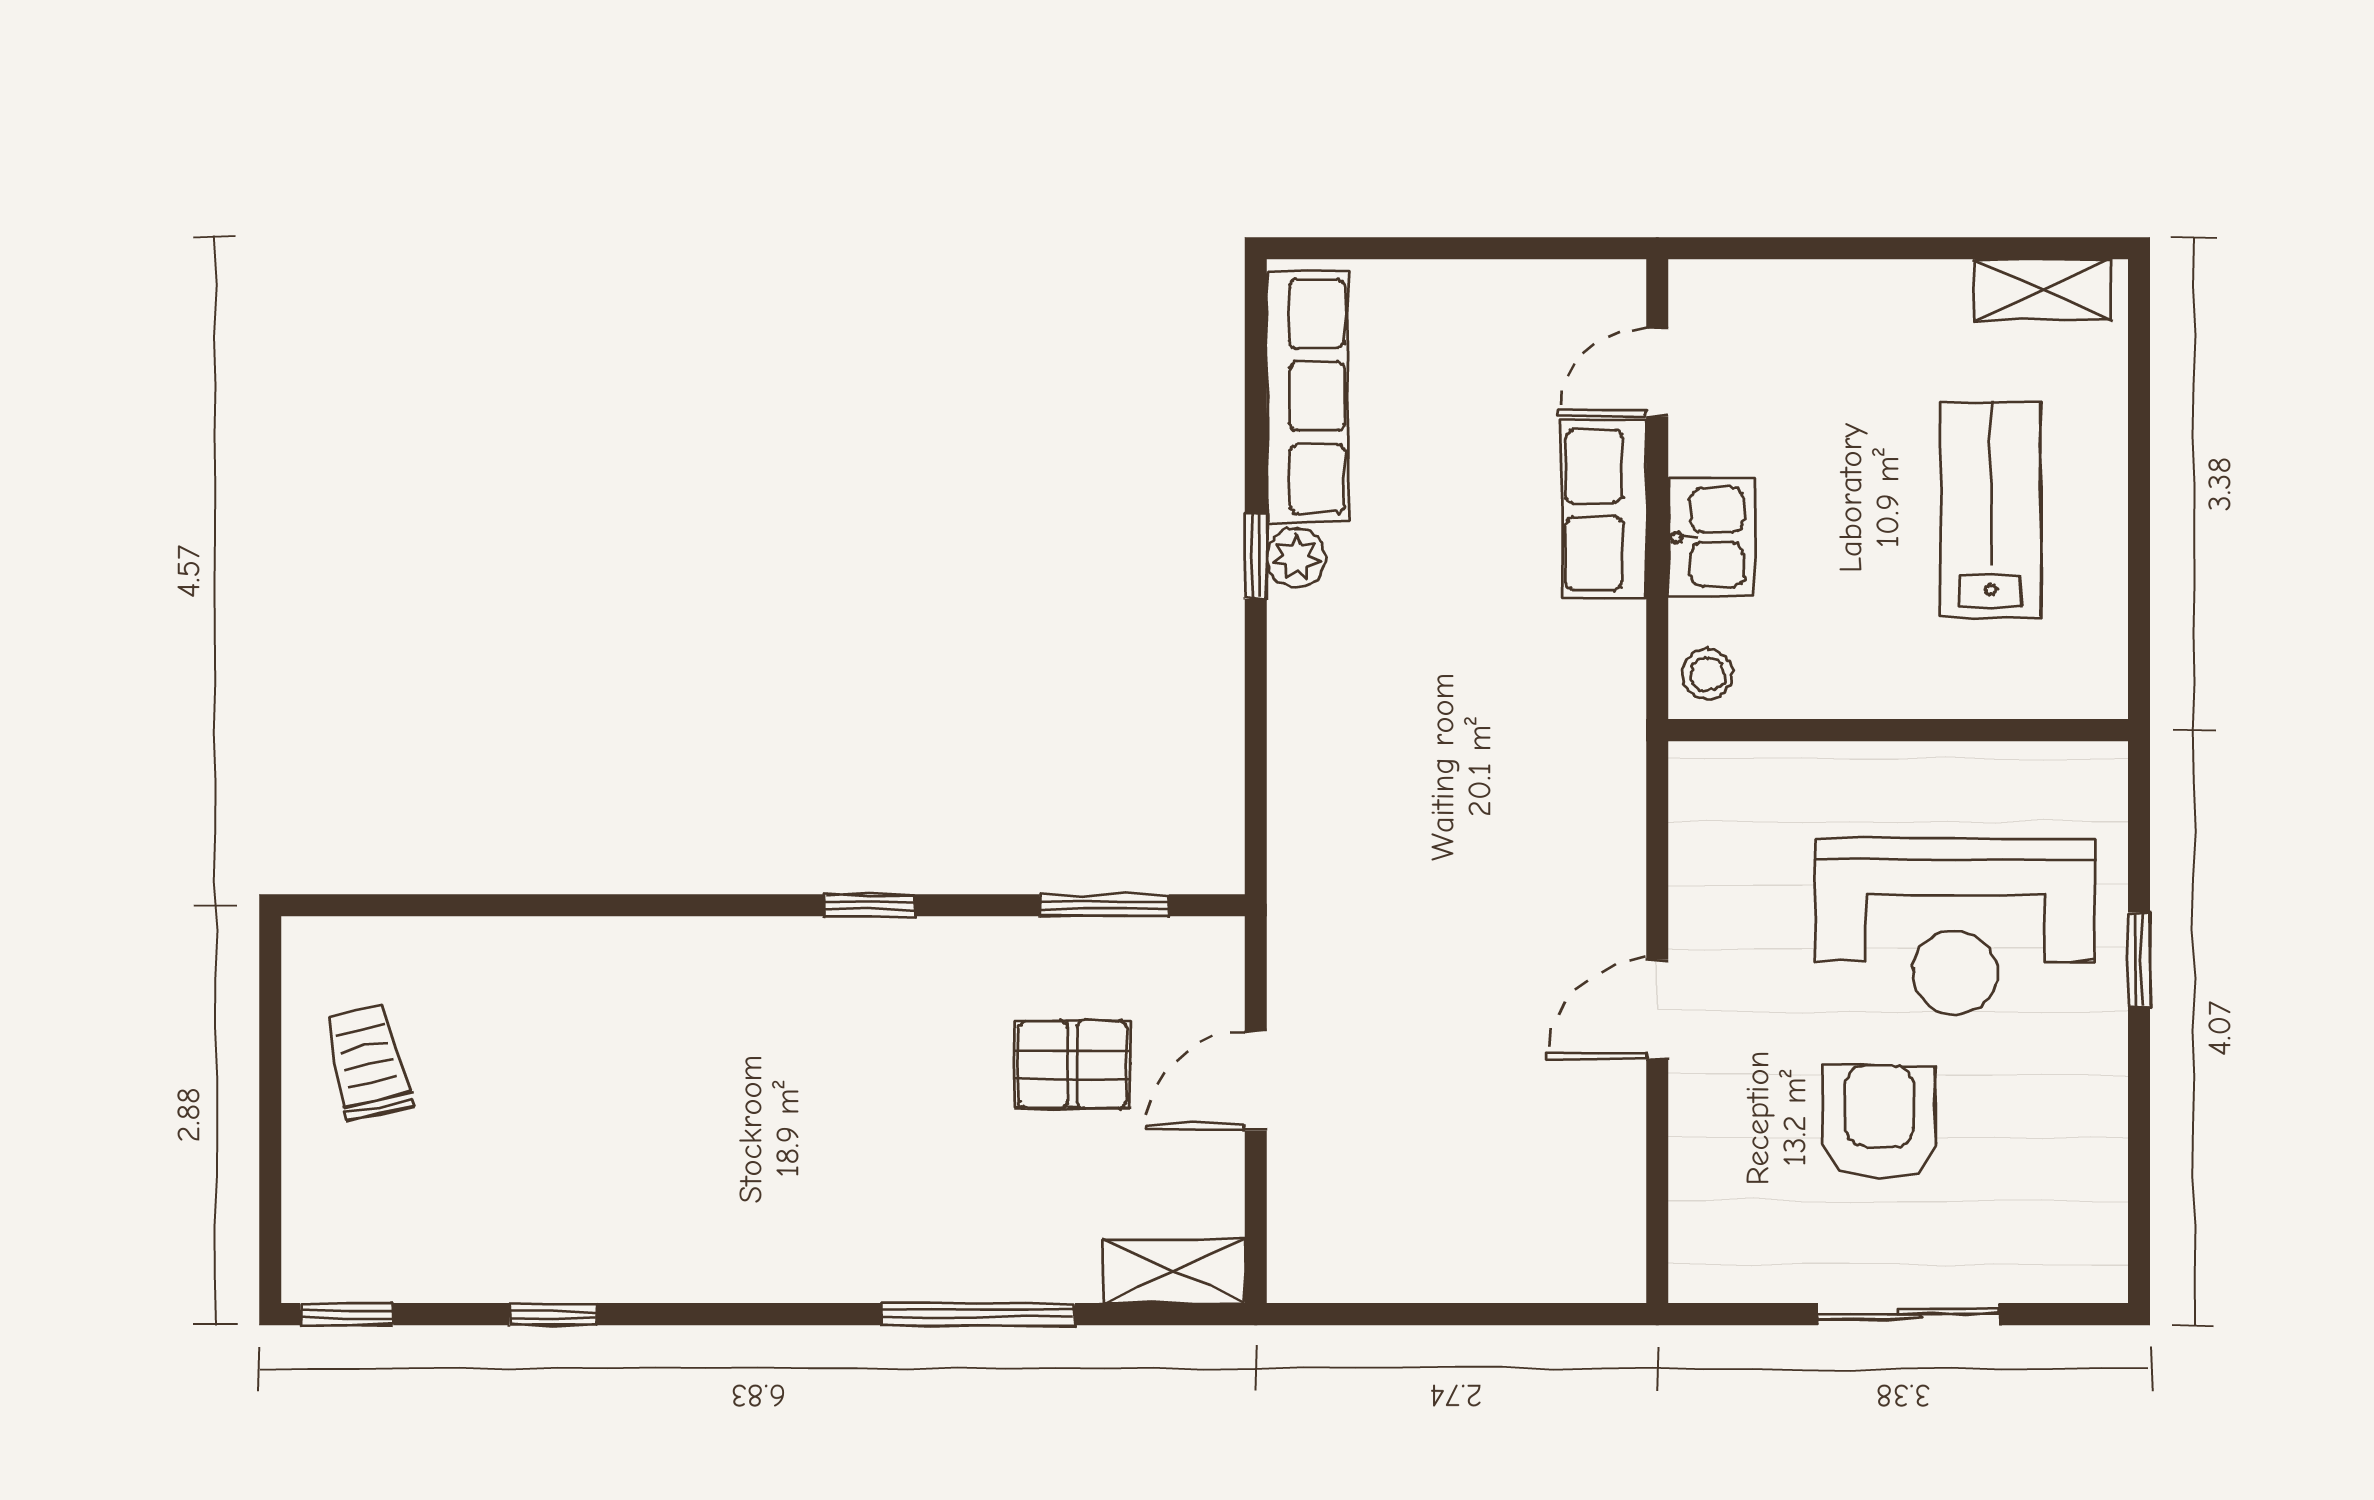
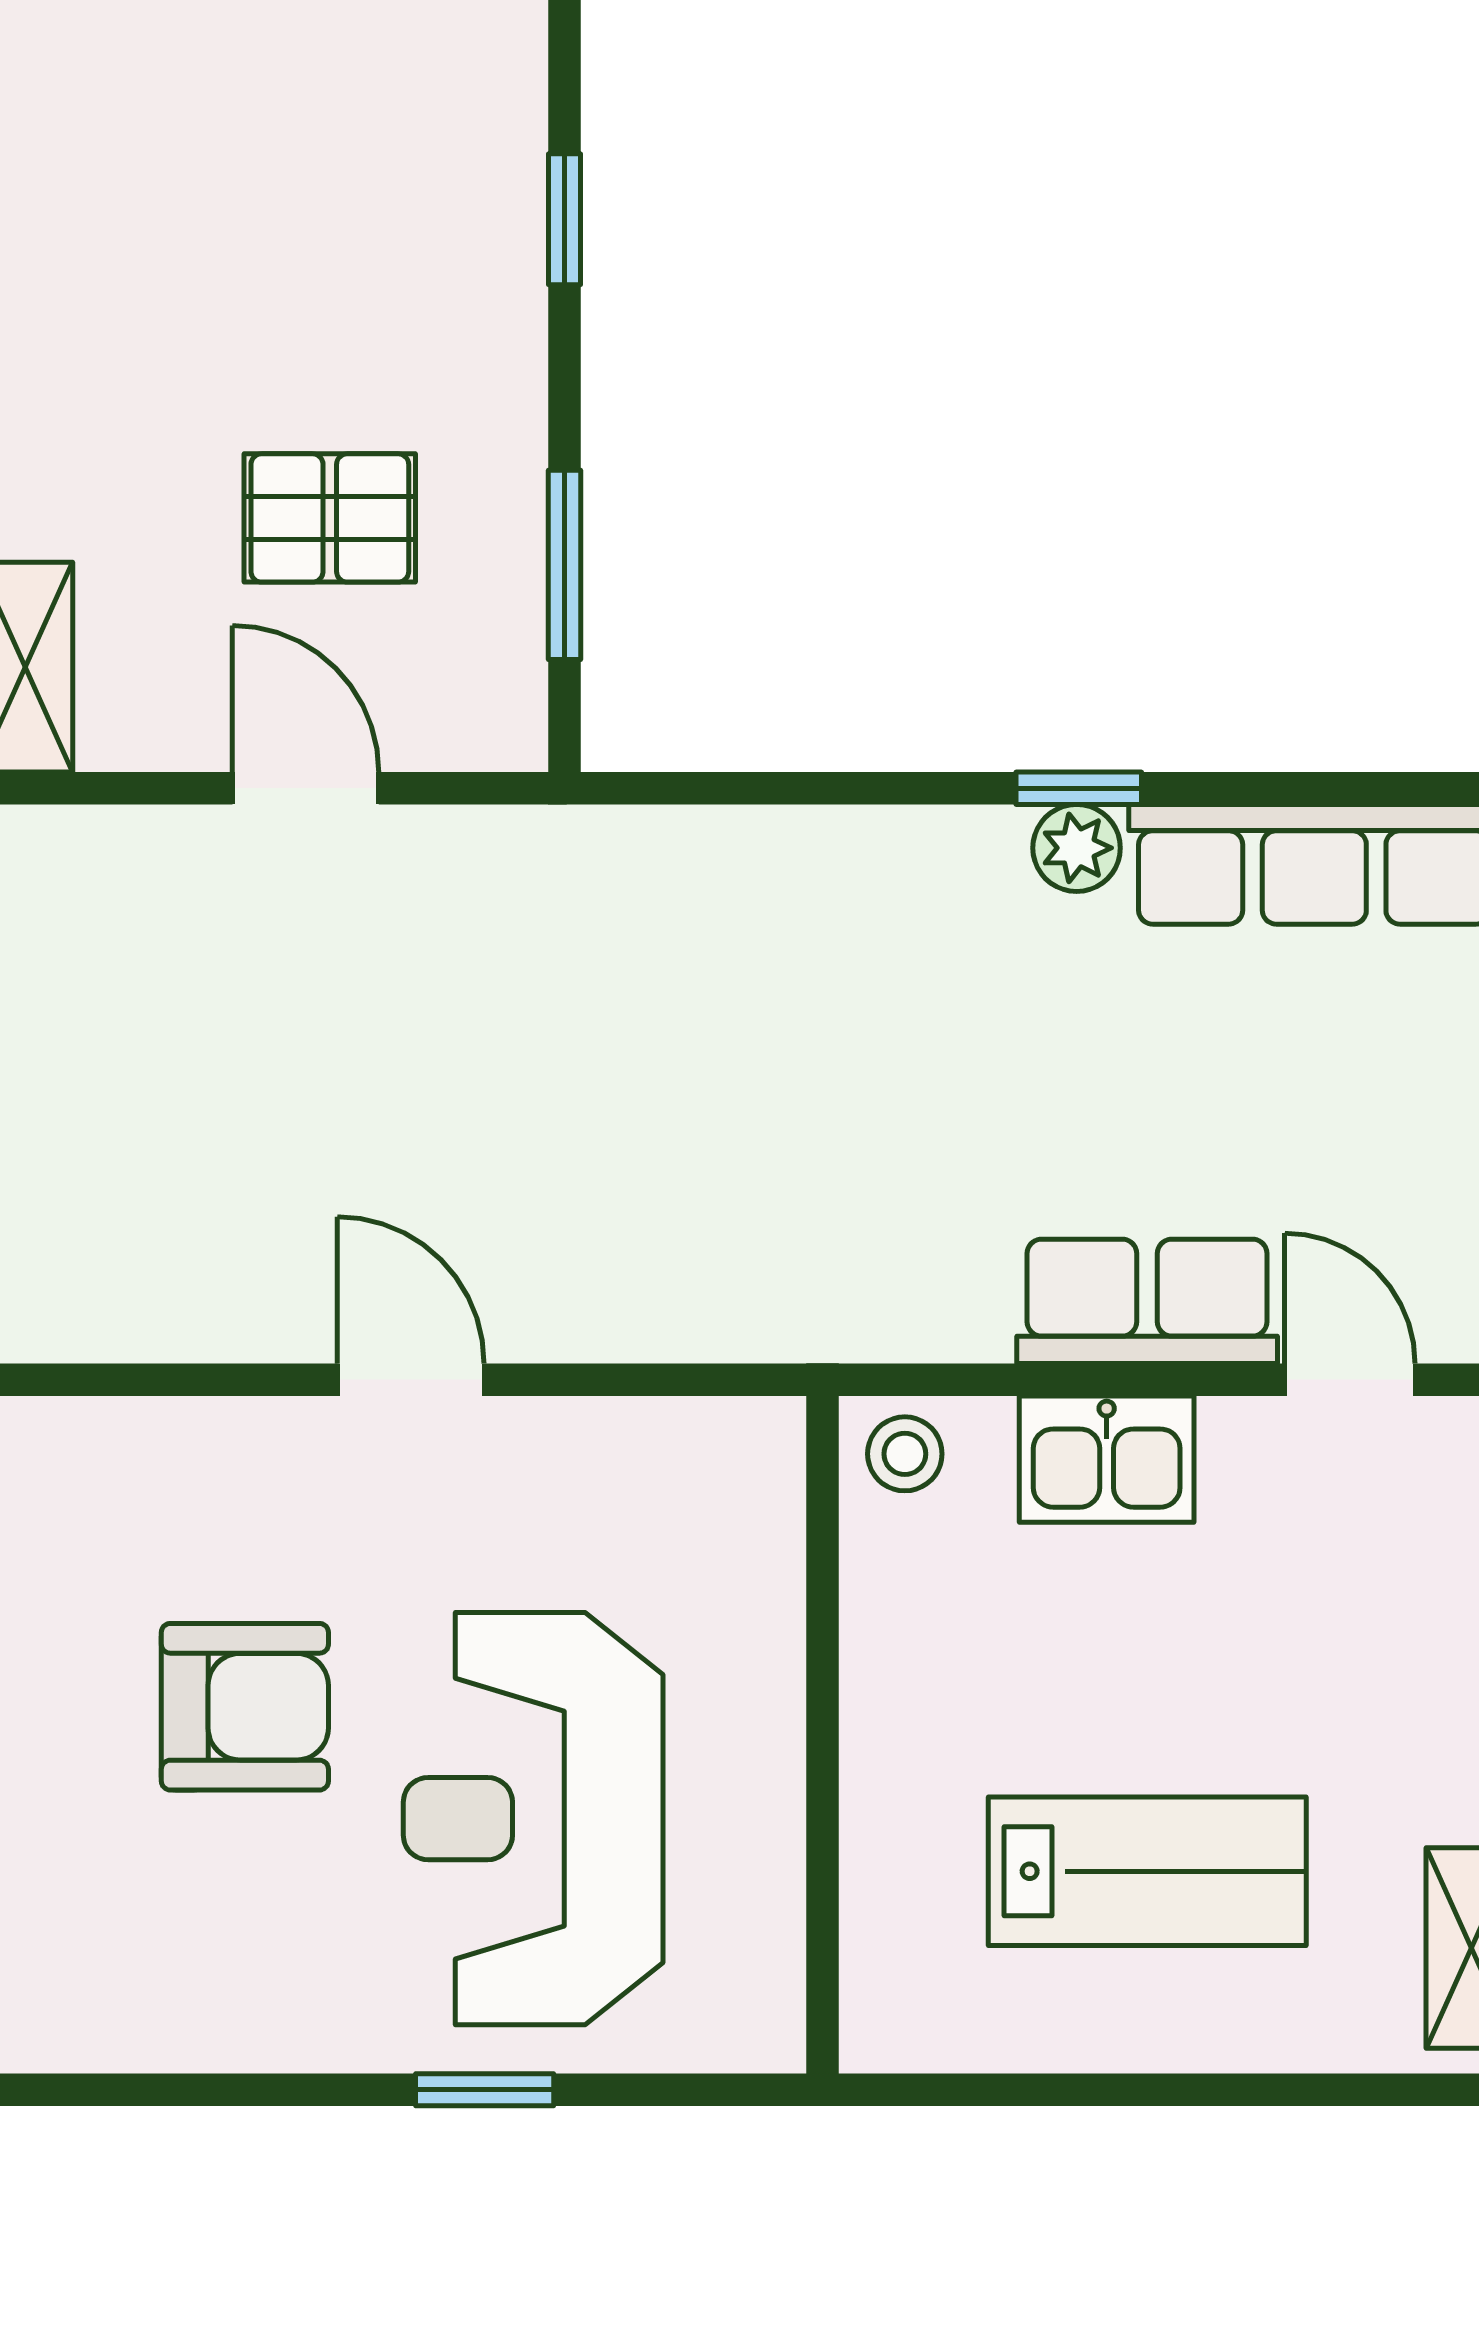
pallet: (1072, 1064) -> (330, 518), turned 90

